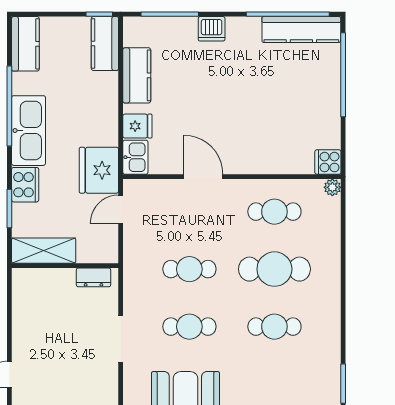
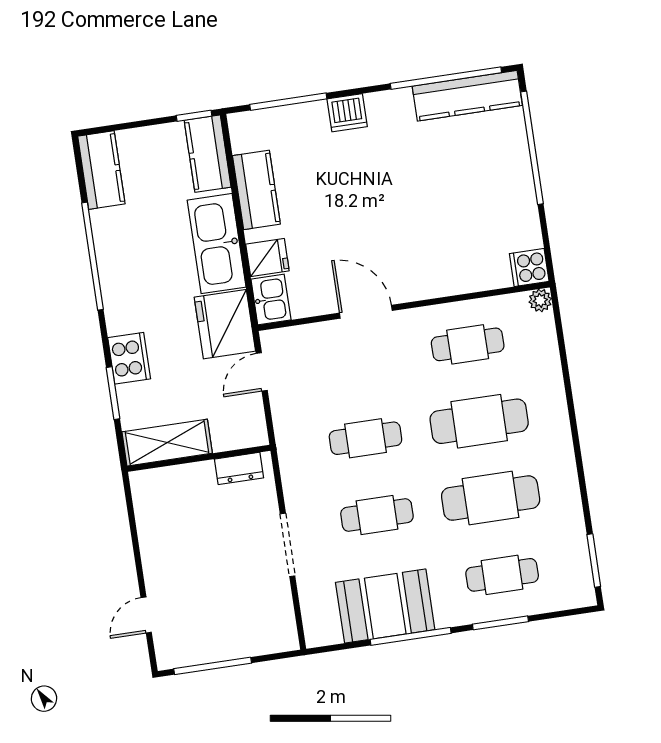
kitchen sink: (29, 131) -> (217, 244), moved, turned 180
cafe table: (274, 327) -> (491, 498), width x1.37, depth x1.35
cafe table: (274, 384) -> (502, 575), added

